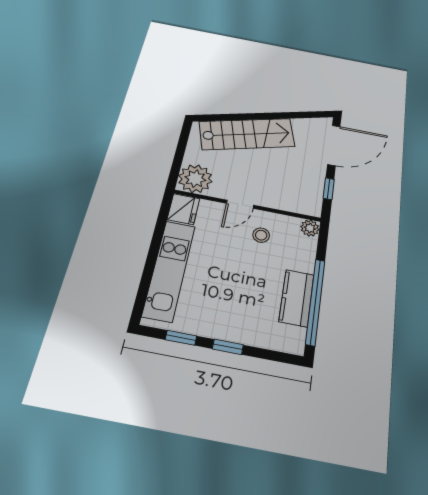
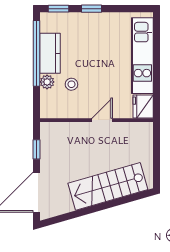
plant: (195, 179) -> (140, 135), removed
plant: (310, 228) -> (47, 82), moved
stool: (261, 235) -> (71, 84), moved
window: (181, 338) -> (58, 9), moved

